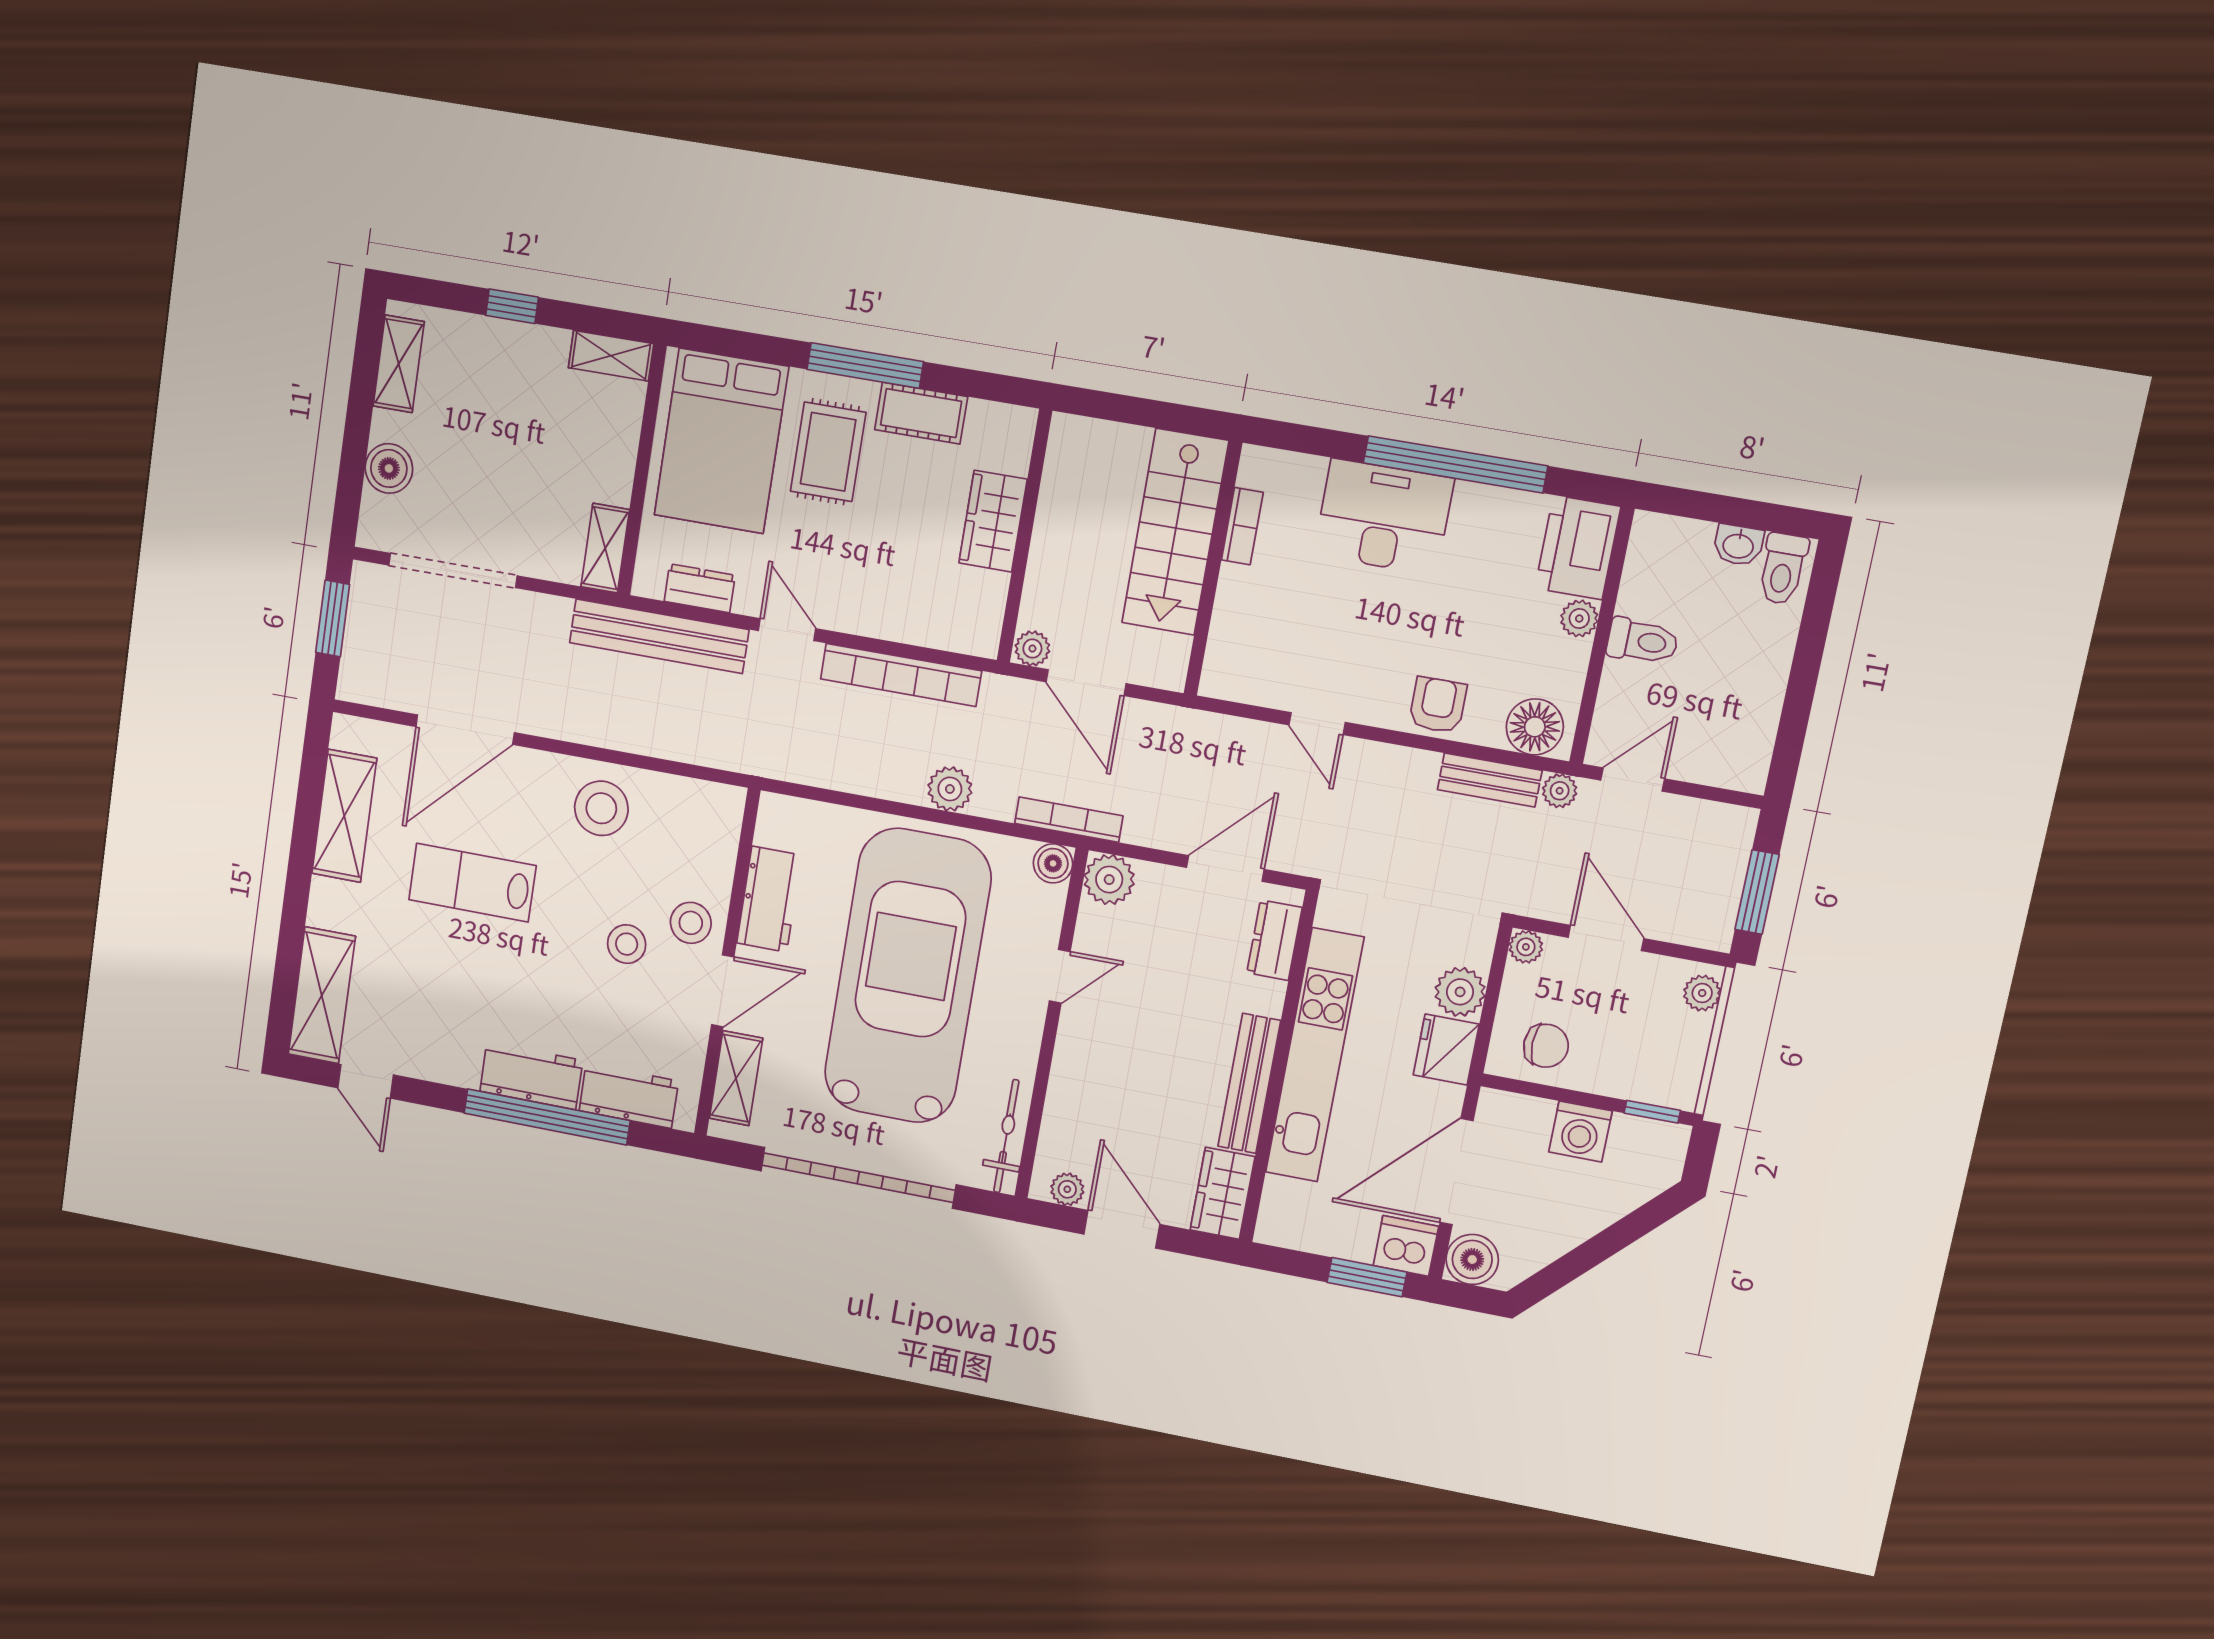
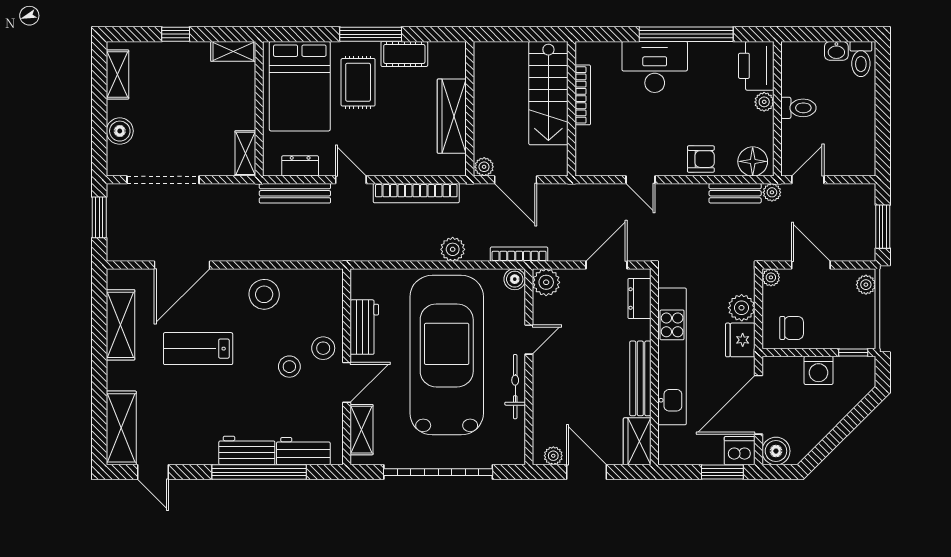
wardrobe: (993, 521) -> (452, 116), width x1.50
bookcase: (1242, 526) -> (583, 95), width x1.56
bench: (659, 636) -> (295, 193), width x0.73, depth x0.82
armchair: (1438, 705) -> (701, 159), turned 90
bicycle: (1006, 1136) -> (515, 387), moved

